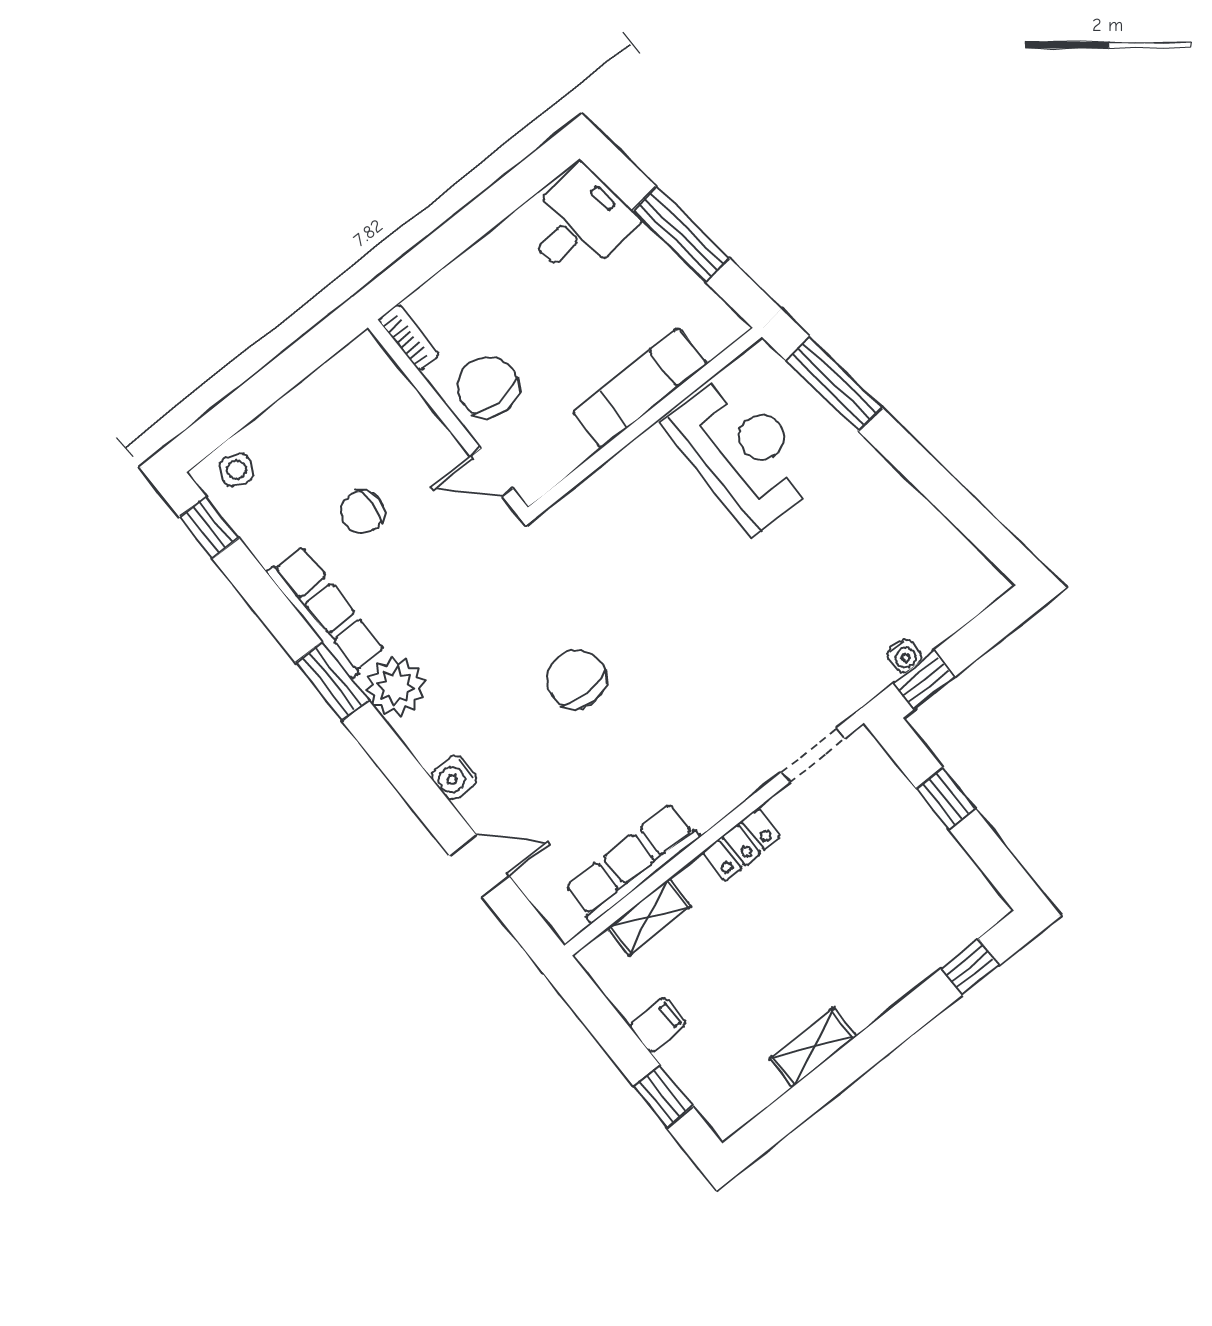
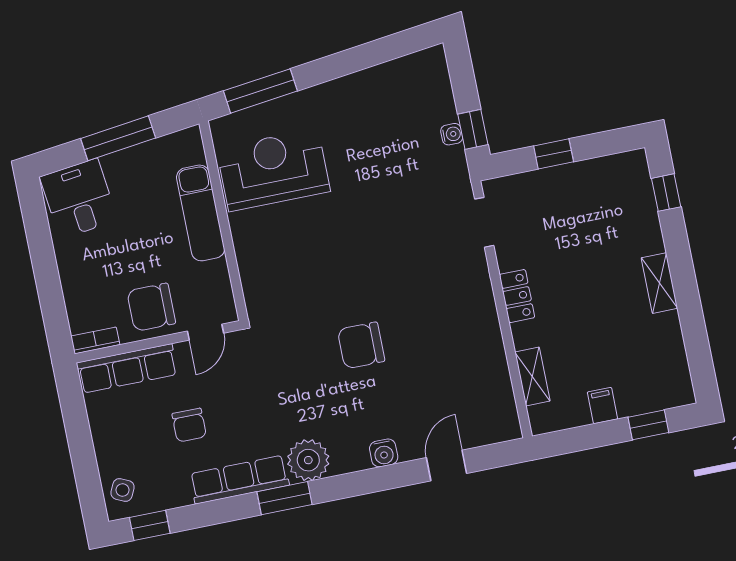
row of seats: (632, 863) -> (127, 368), moved, turned -90
shelving: (813, 1047) -> (659, 283), moved

